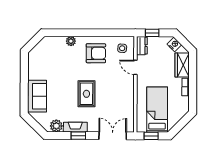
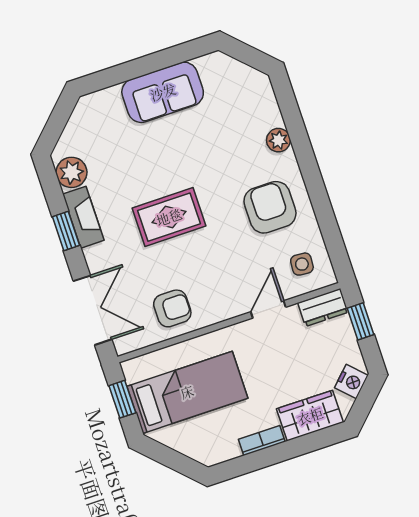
armchair: (96, 53) -> (270, 207), turned 180
sofa: (37, 96) -> (163, 92), moved
armchair: (122, 104) -> (172, 308), added

